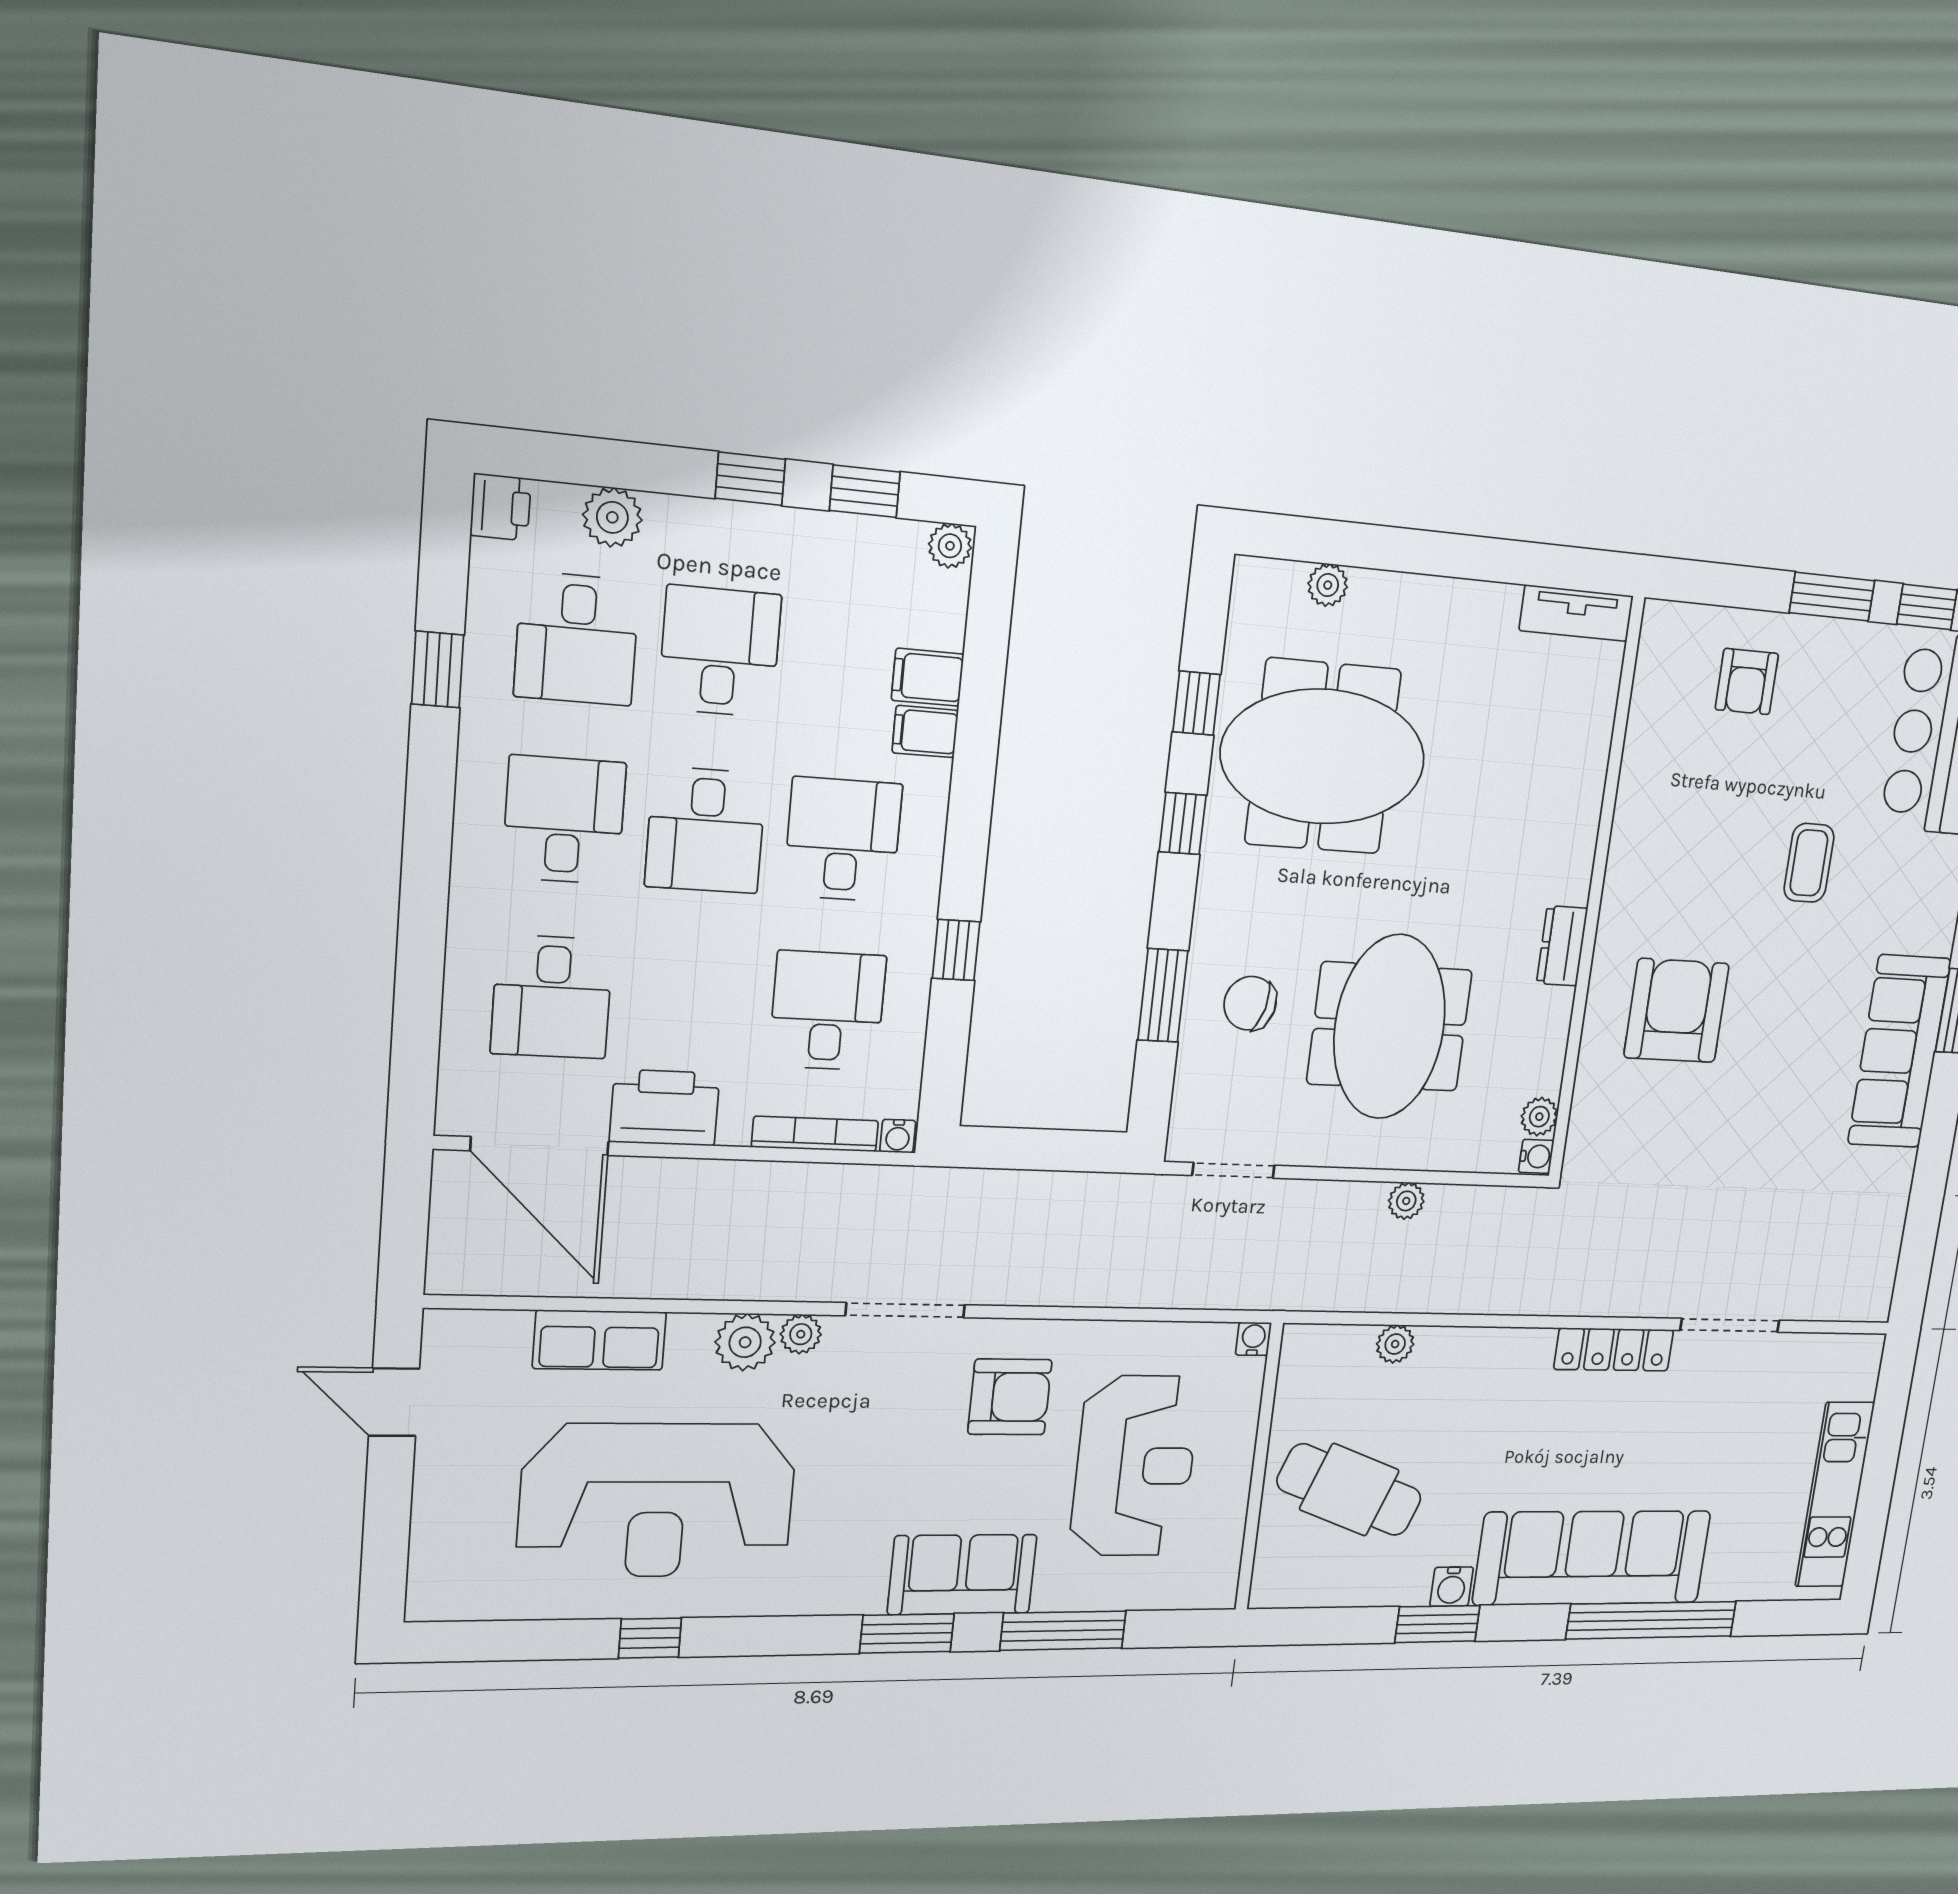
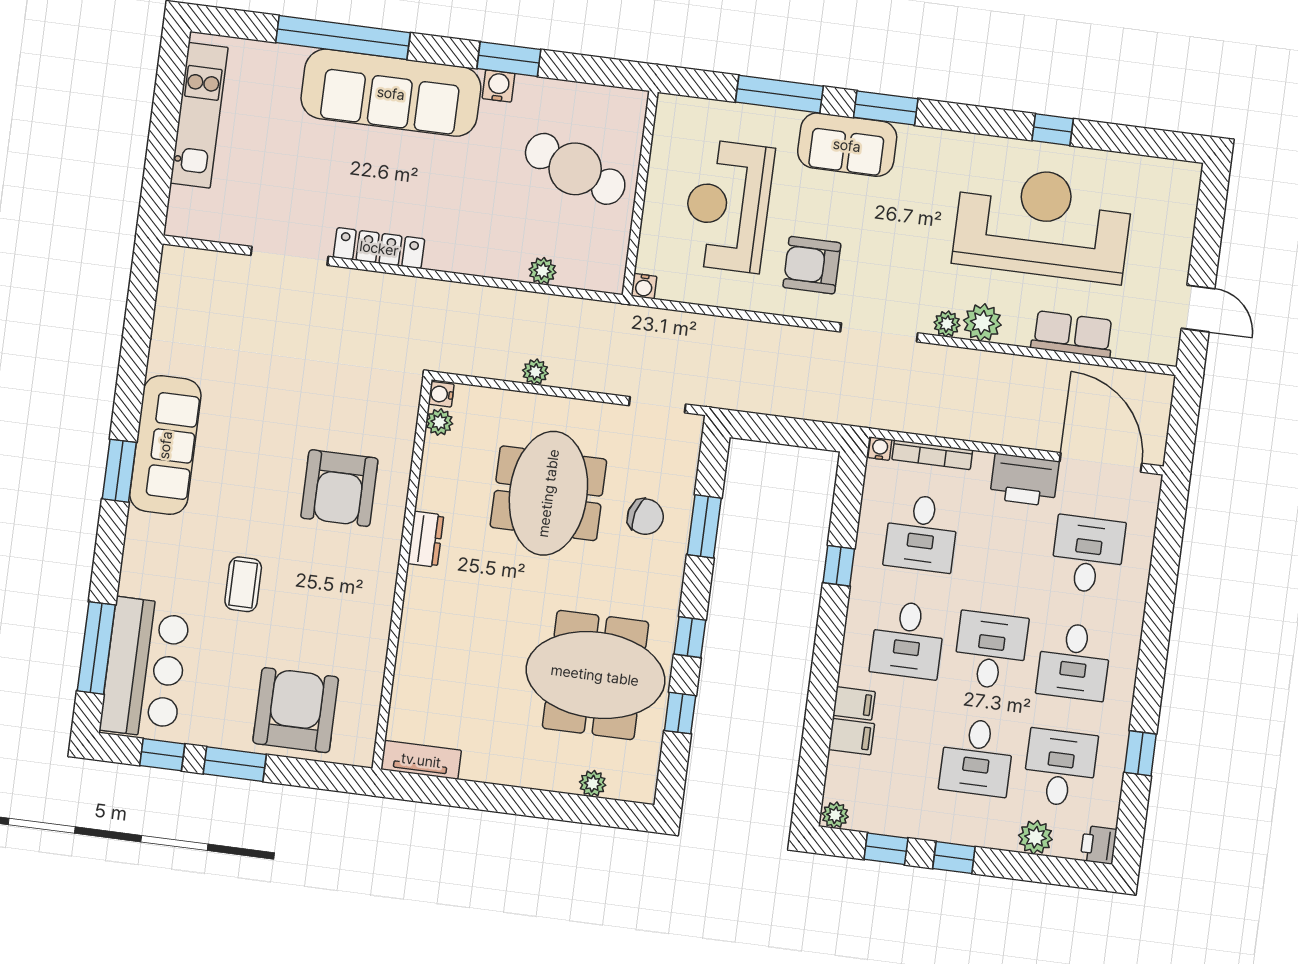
armchair: (1747, 682) -> (296, 710), width x1.88, depth x1.88

